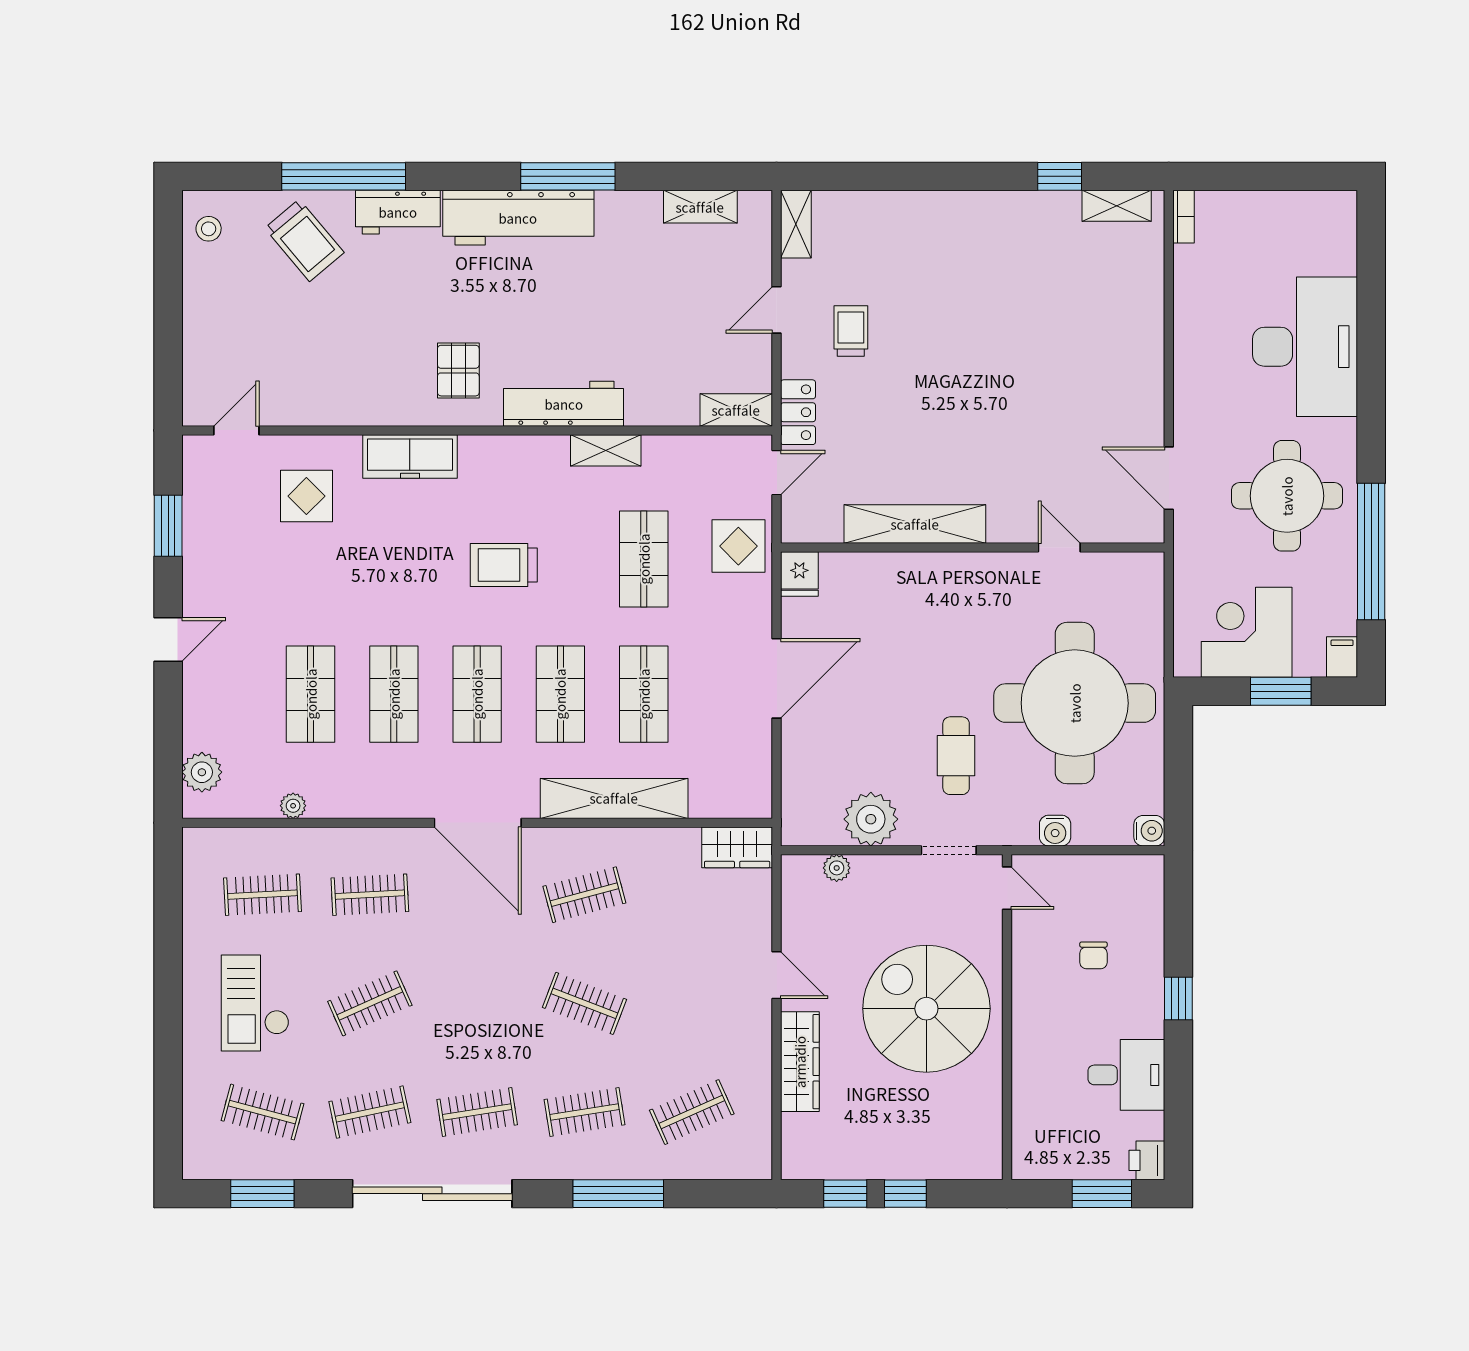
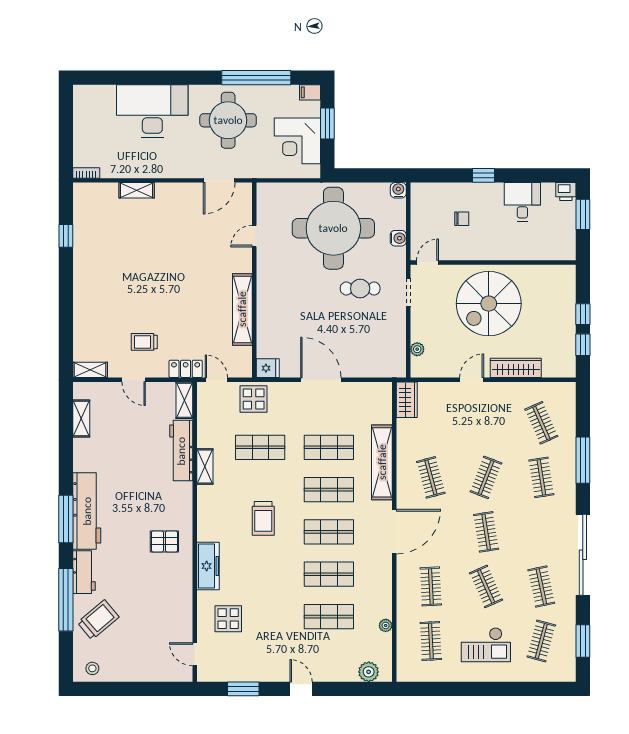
window: (568, 176) -> (66, 519), moved
shelving: (1117, 206) -> (137, 190), moved, turned 90
workbench: (564, 404) -> (181, 451), moved
plant: (871, 819) -> (392, 332), removed
clothes rail: (477, 1112) -> (486, 532), moved

